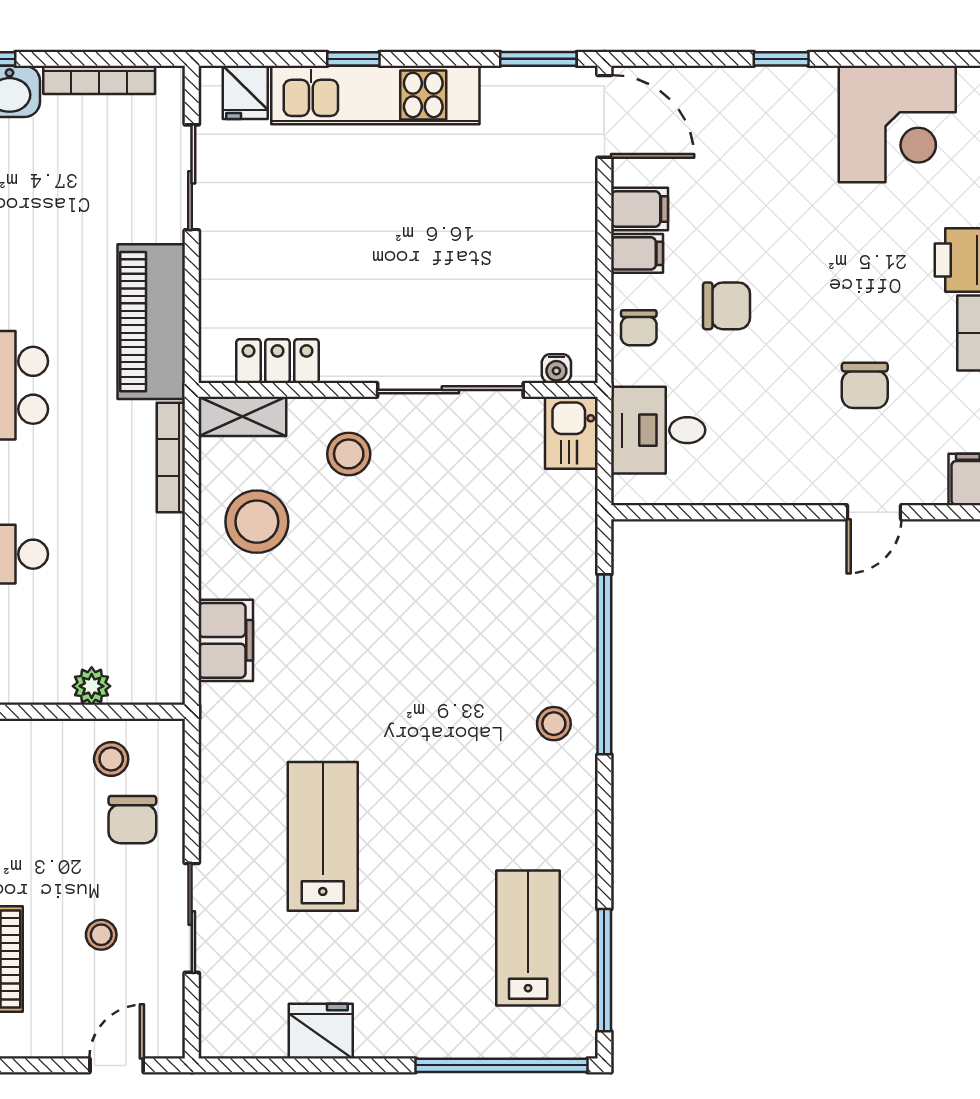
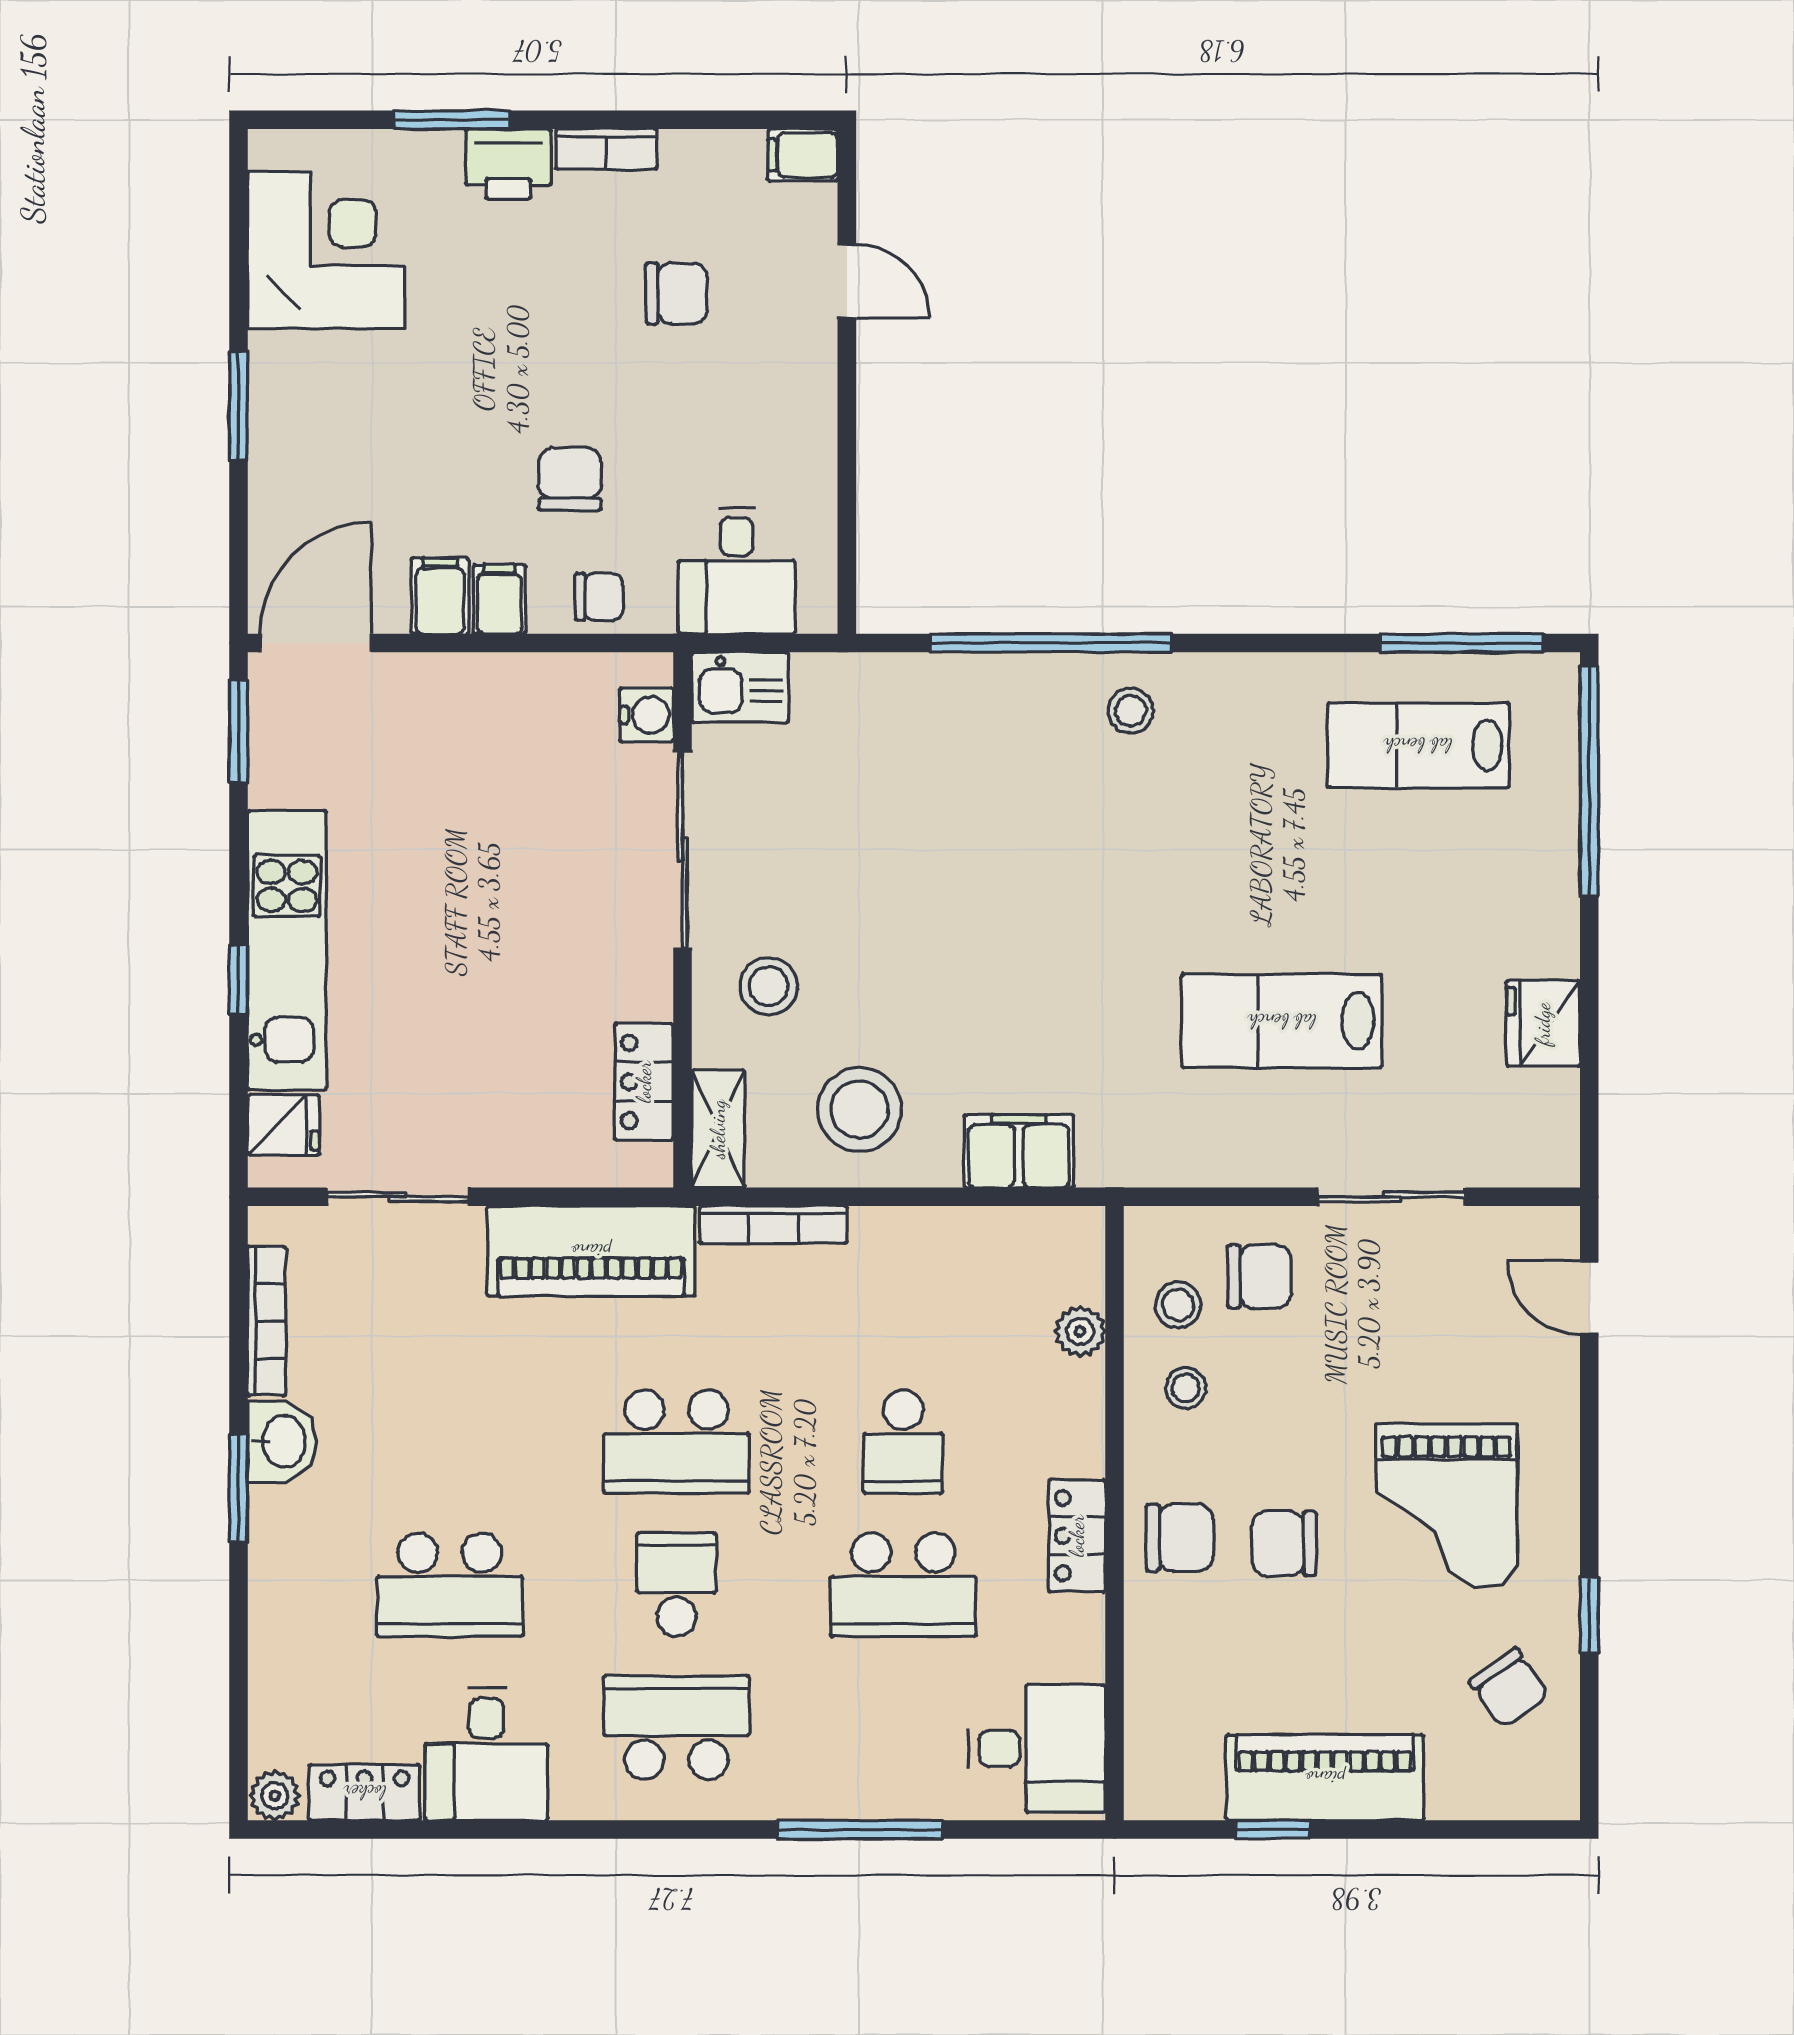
window: (781, 59) -> (238, 406), width x1.50
water cooler: (556, 369) -> (647, 715), width x1.38, depth x1.38
stool: (101, 935) -> (1186, 1388), moved

